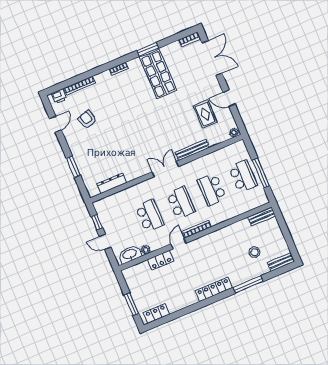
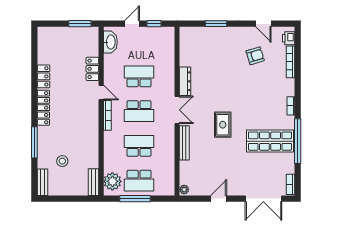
window: (148, 49) -> (298, 141), width x2.11
rug: (205, 114) -> (223, 125), moved, turned 90
dresser: (112, 183) -> (185, 81), moved
school desk: (150, 216) -> (139, 76), turned 180
plant: (146, 250) -> (112, 181), moved, width x1.88, depth x1.88
window: (131, 304) -> (80, 24), moved
locker: (156, 314) -> (44, 76), moved

